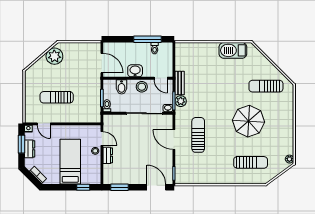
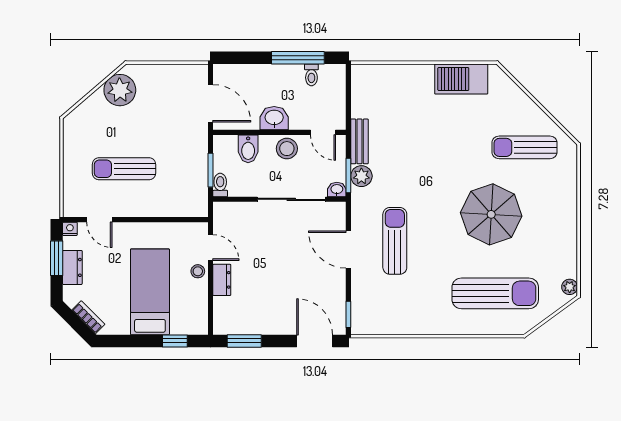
sun lounger: (251, 162) -> (495, 293), width x1.36, depth x1.34

